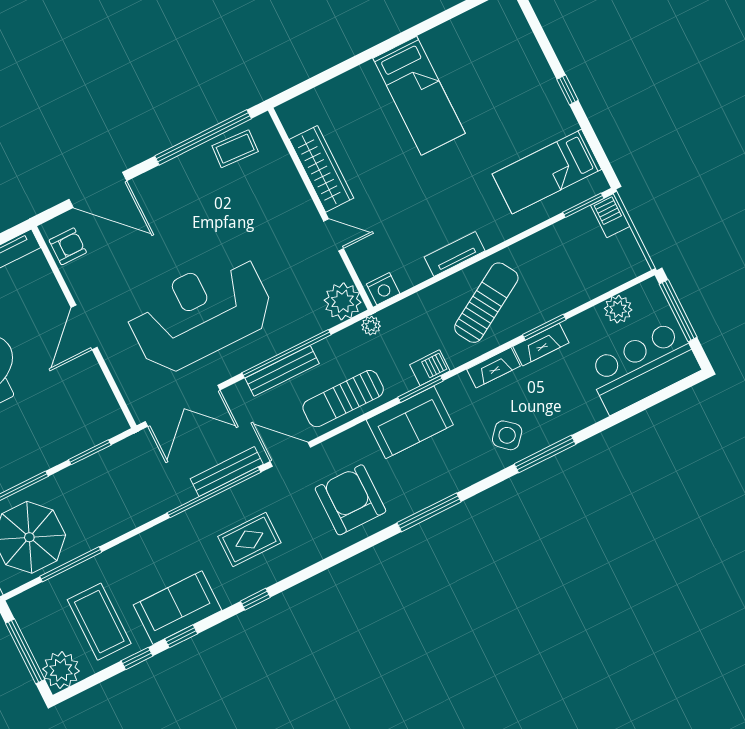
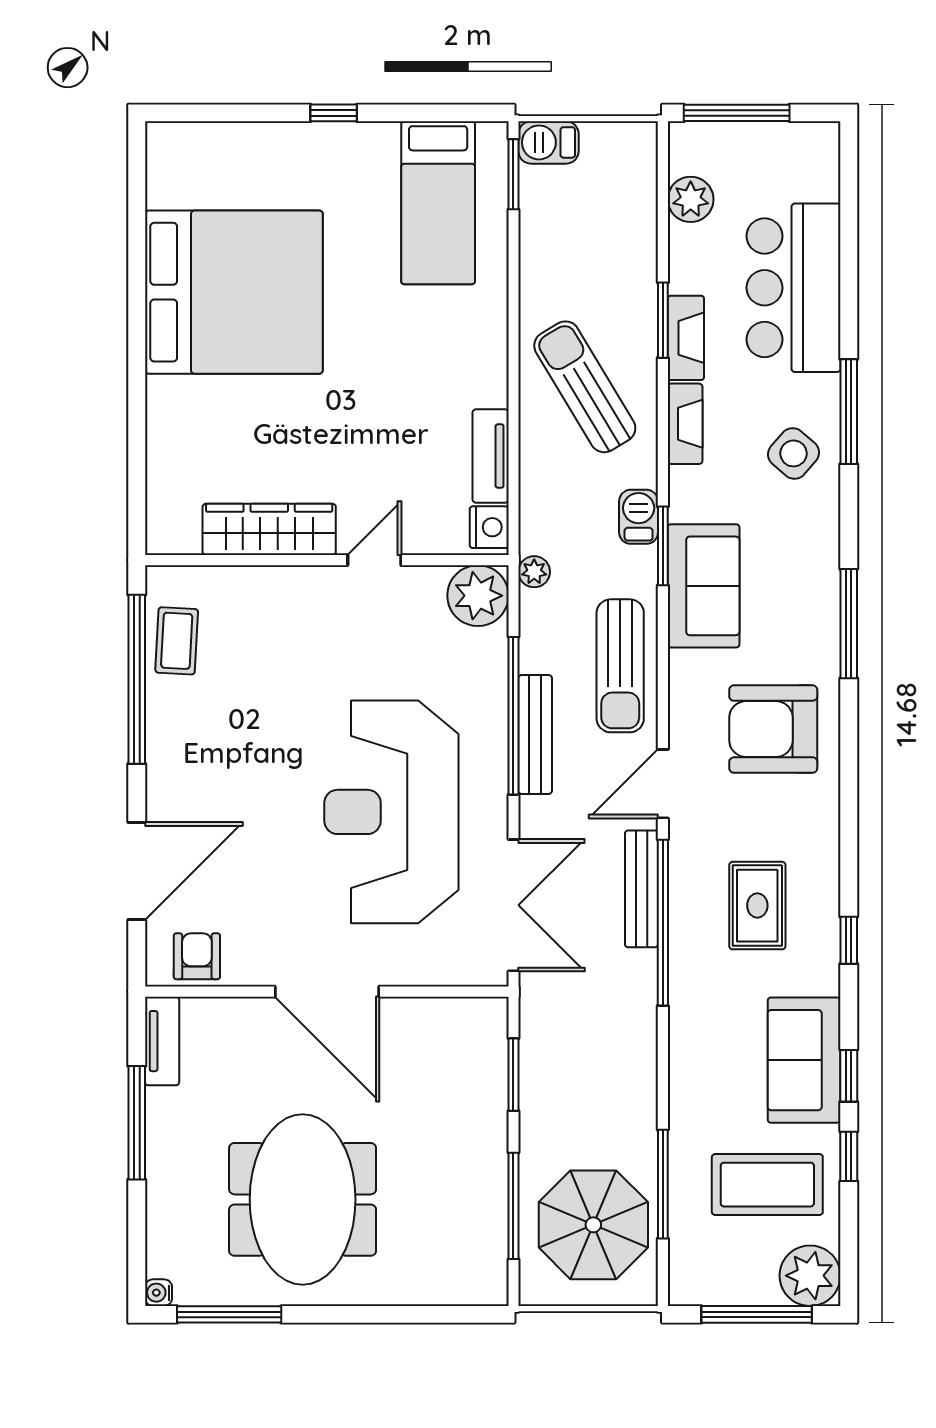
bed: (419, 96) -> (234, 292), width x2.04
tv unit: (455, 254) -> (491, 456), moved
door: (84, 327) -> (327, 992), width x1.36
bar counter: (643, 367) -> (794, 288), moved

